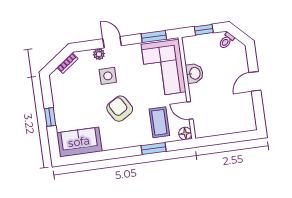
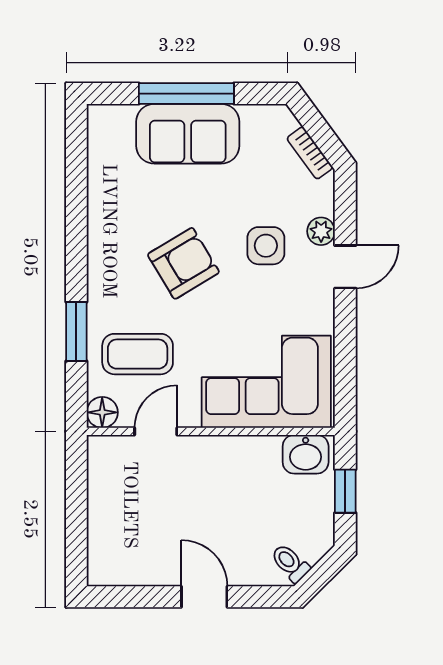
window: (154, 37) -> (345, 369), removed
toilet: (226, 41) -> (290, 563), moved
washbasin: (194, 73) -> (306, 454), moved
window: (50, 117) -> (186, 94), width x2.17
sofa: (79, 142) -> (188, 134), moved, turned 90

